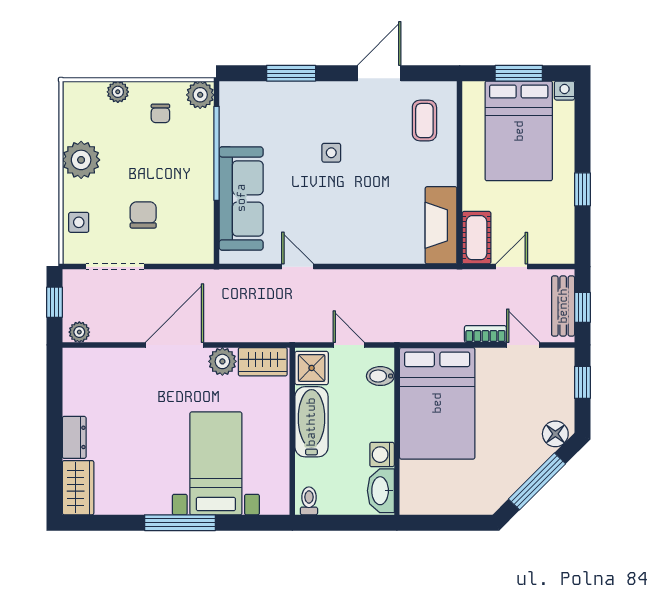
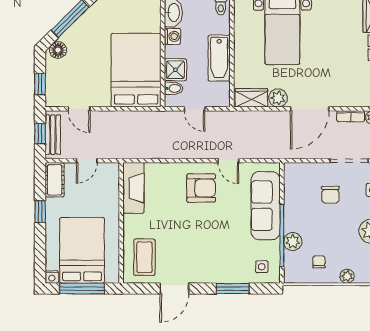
window: (519, 73) -> (82, 289), width x1.44
plant: (200, 95) -> (293, 242), moved
coffee table: (424, 121) -> (144, 257), width x1.36, depth x1.30
side table: (331, 153) -> (262, 267), moved
armchair: (339, 225) -> (201, 188), added
cot: (476, 238) -> (55, 180), moved
bookcase: (485, 334) -> (351, 116), moved
shower: (312, 368) -> (175, 70), moved

